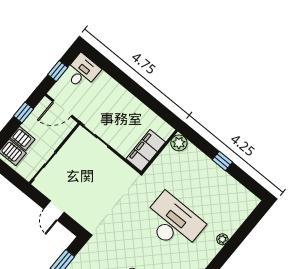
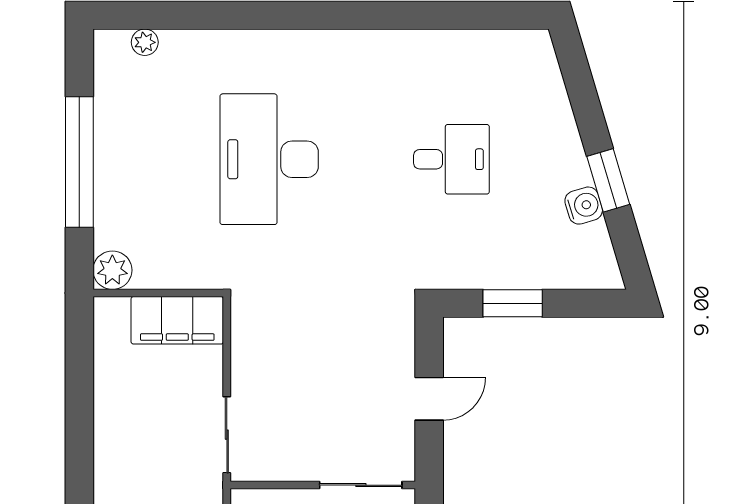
window: (222, 161) -> (79, 162), width x3.17
plant: (222, 239) -> (145, 42), moved

